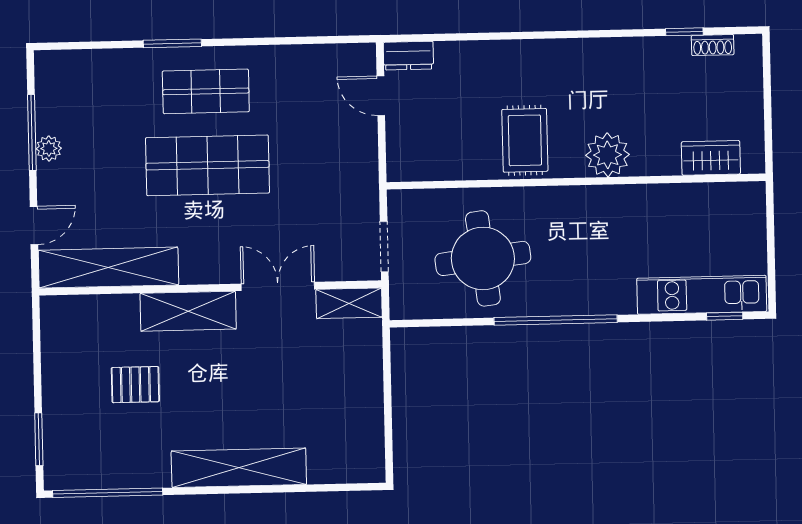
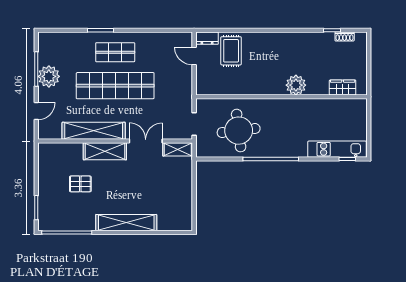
rug: (525, 140) -> (231, 51), moved
plant: (49, 148) -> (49, 76), width x1.87, depth x1.87
shop shelf: (207, 165) -> (115, 86), width x1.40
shelving: (108, 268) -> (94, 131), moved

